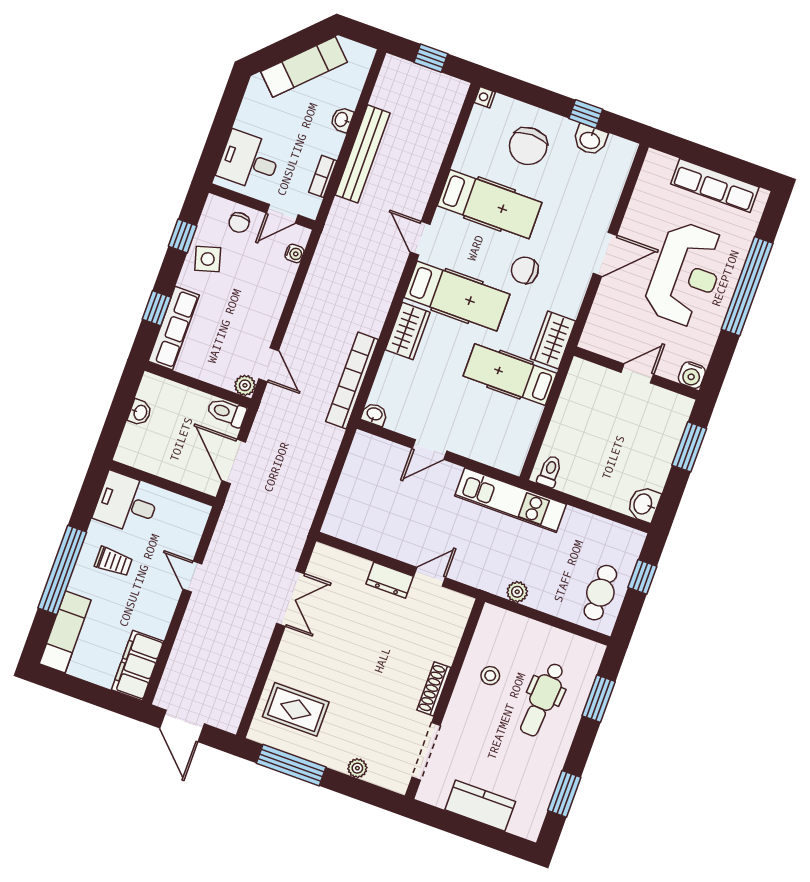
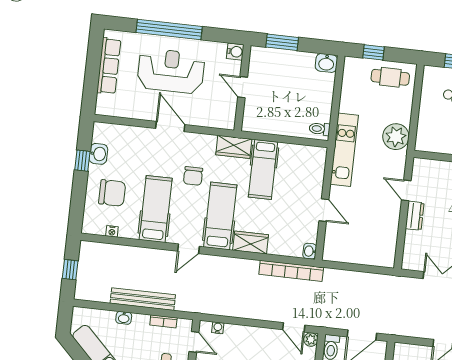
nightstand: (485, 97) -> (112, 231), moved
door: (269, 365) -> (294, 327), swing flipped
plant: (517, 592) -> (396, 137), width x1.88, depth x1.88

